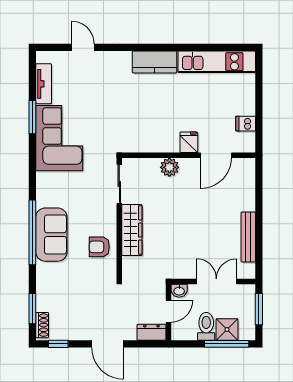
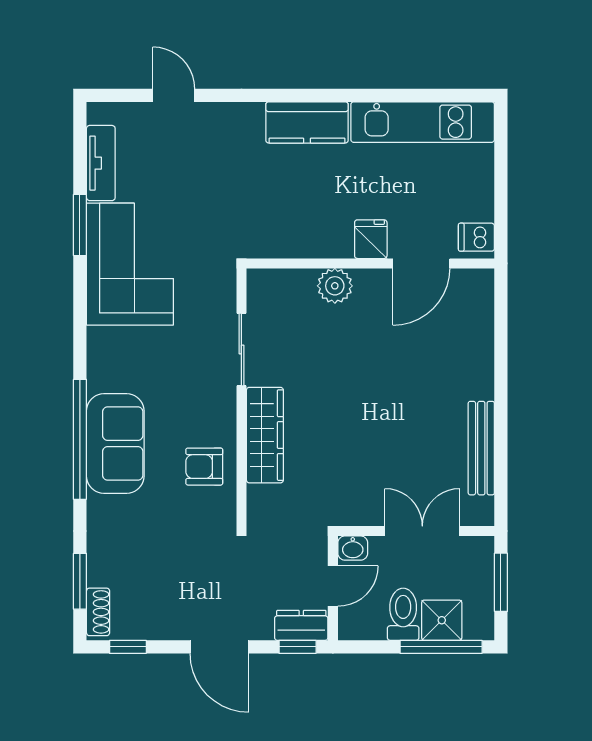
fridge: (189, 142) -> (371, 239), moved
wall: (189, 155) -> (370, 263), moved
door: (216, 155) -> (421, 263), moved
plant: (169, 167) -> (335, 286), moved
window: (149, 344) -> (298, 647), added

